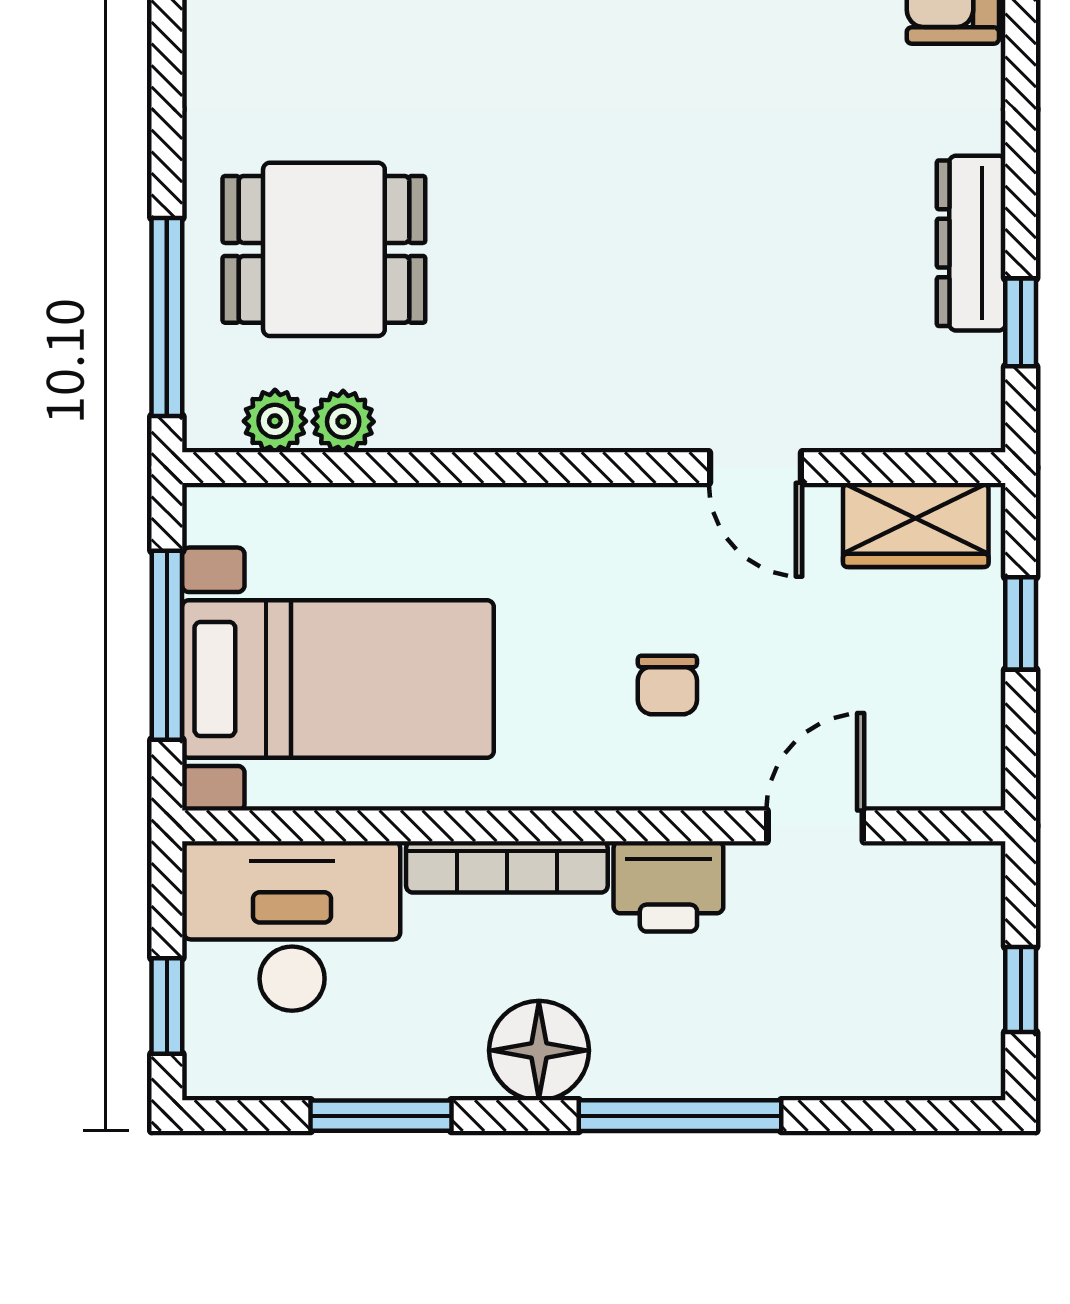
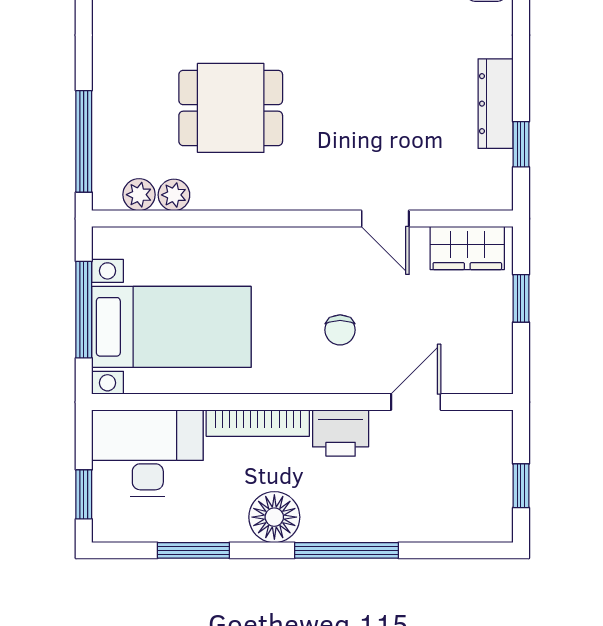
dining table: (324, 249) -> (231, 108), moved

